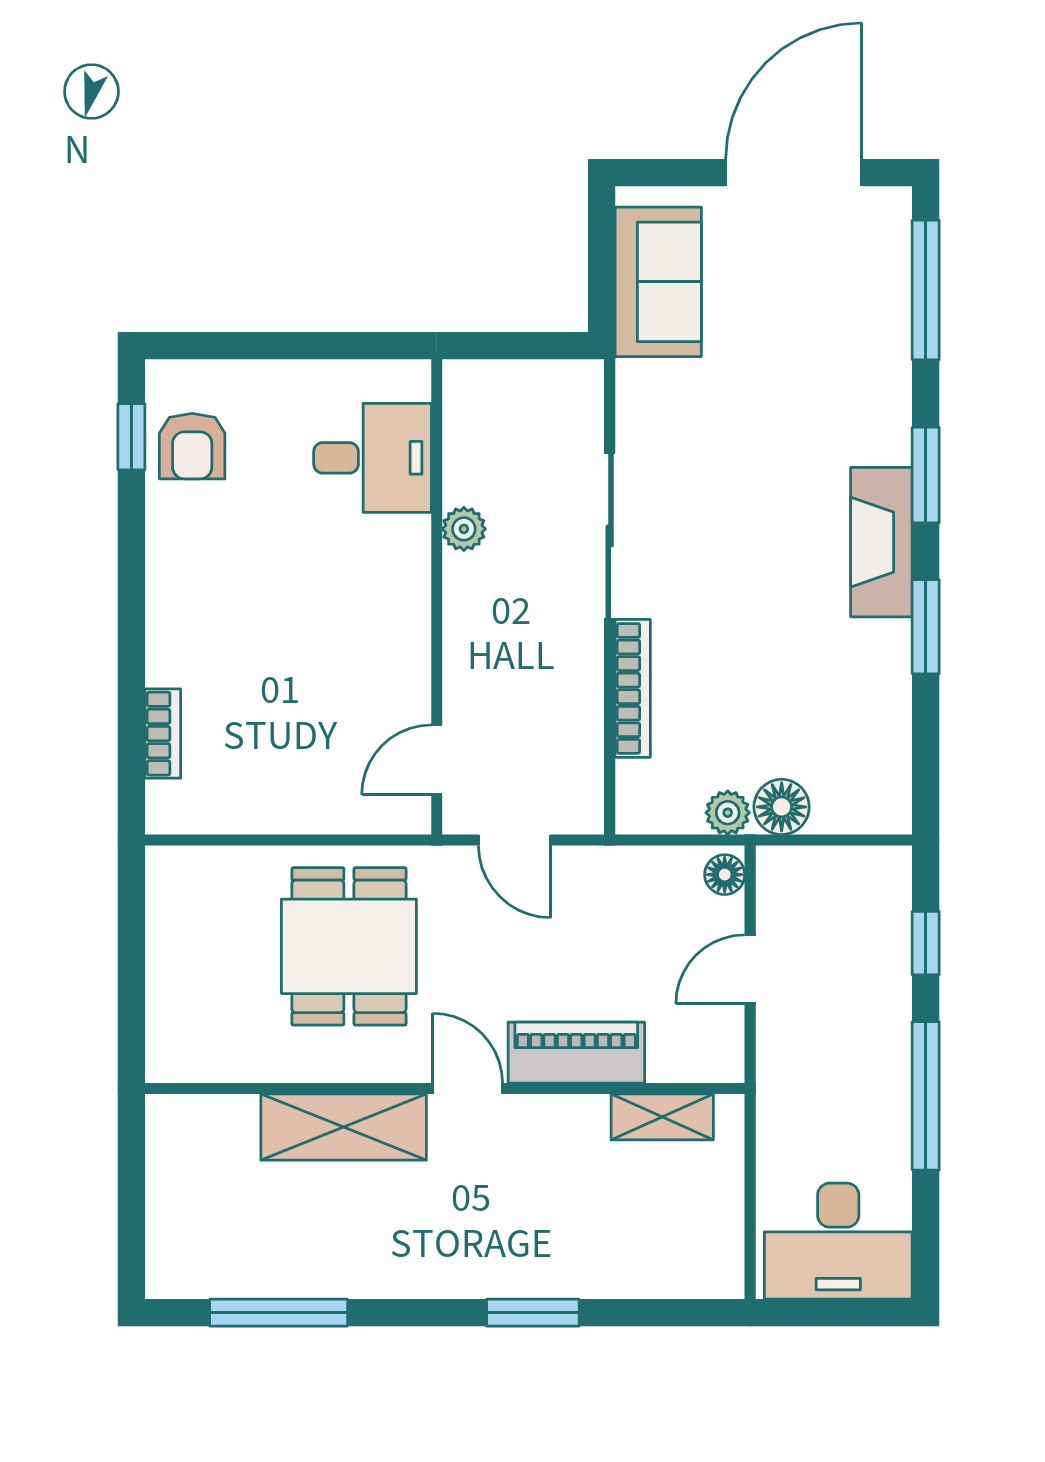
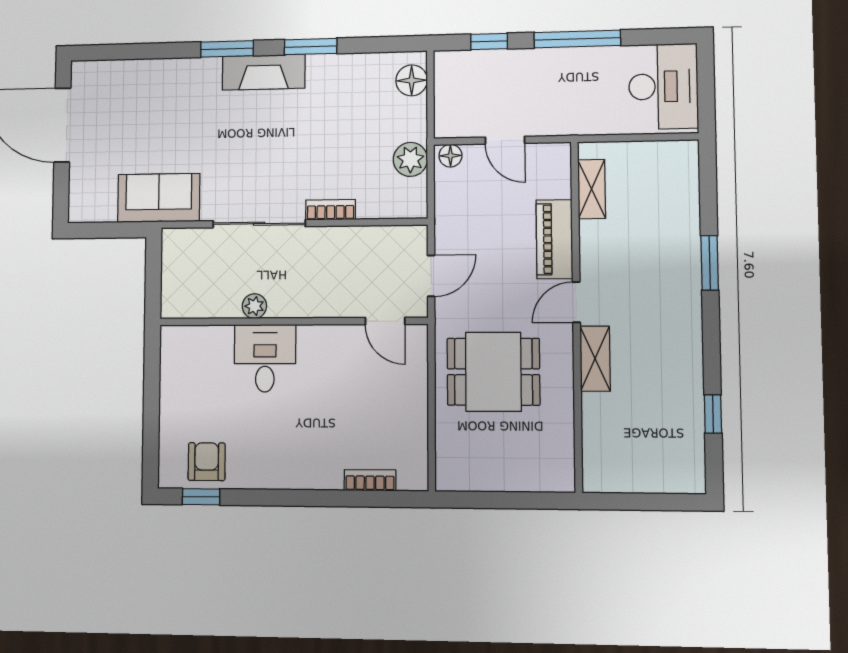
sofa: (658, 282) -> (159, 198), moved
window: (926, 290) -> (127, 52), removed
armchair: (192, 446) -> (207, 462), turned -90
desk: (372, 458) -> (265, 358), moved
bookcase: (633, 688) -> (331, 210), width x0.64
floor lamp: (782, 807) -> (412, 80), moved
plant: (728, 813) -> (410, 159), width x1.38, depth x1.38
shelving: (344, 1127) -> (595, 359), width x0.67, depth x0.75
window: (279, 1313) -> (713, 414), width x0.46

